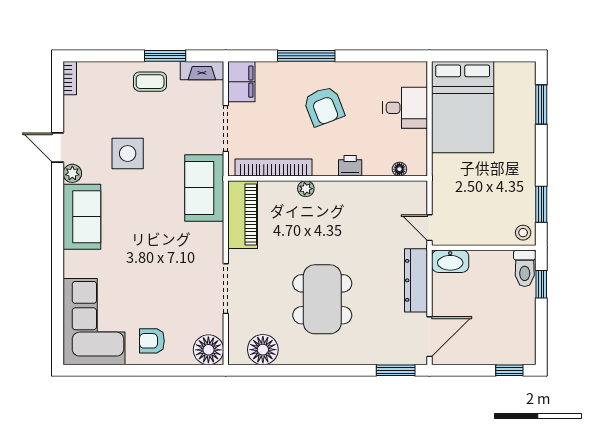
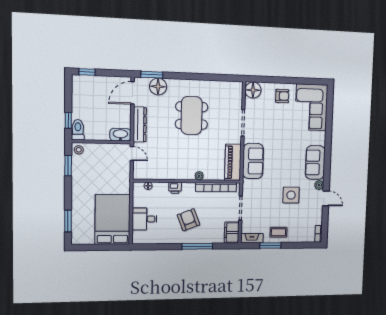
sofa: (204, 188) -> (253, 161), moved
floor lamp: (263, 350) -> (158, 87), moved

